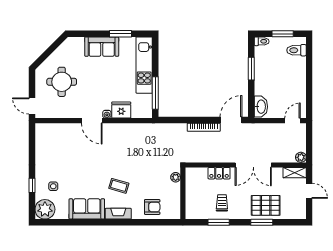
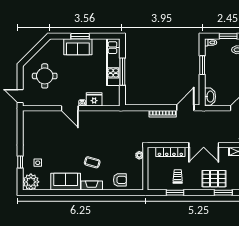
window: (121, 34) -> (80, 36), moved
window: (155, 93) -> (122, 72), moved
locker: (219, 173) -> (170, 152), width x1.53
window: (262, 222) -> (223, 193), moved

